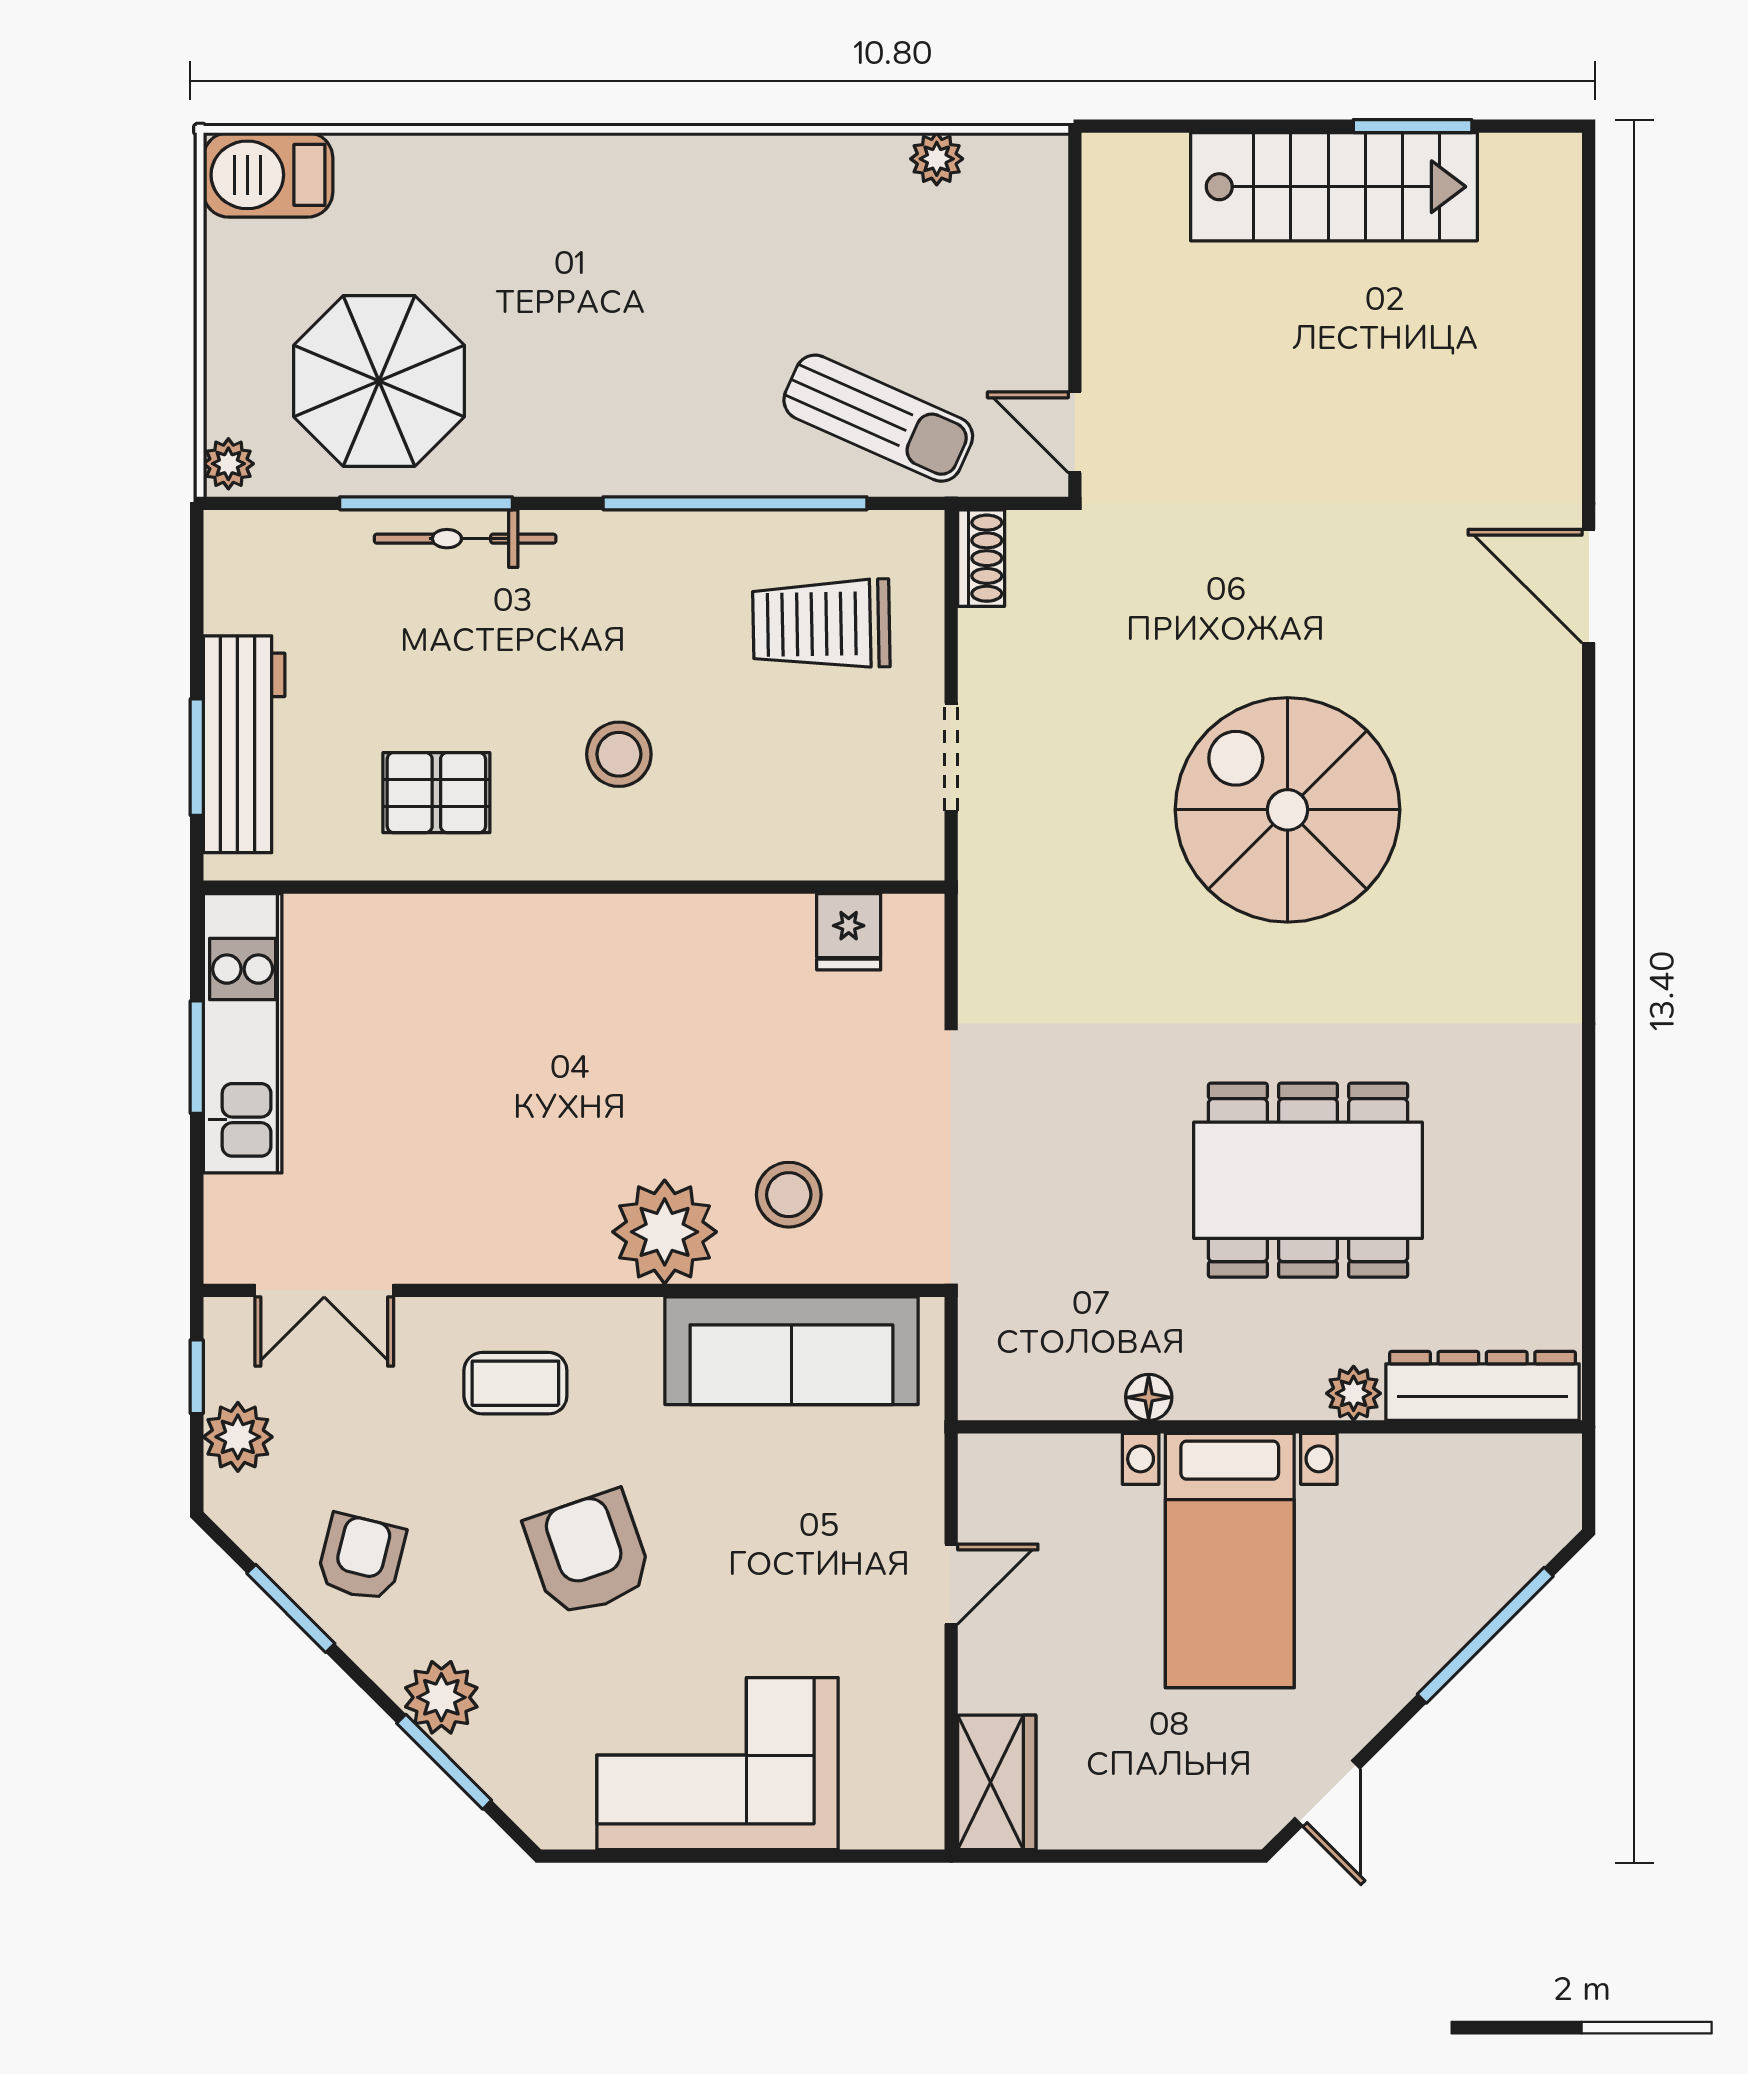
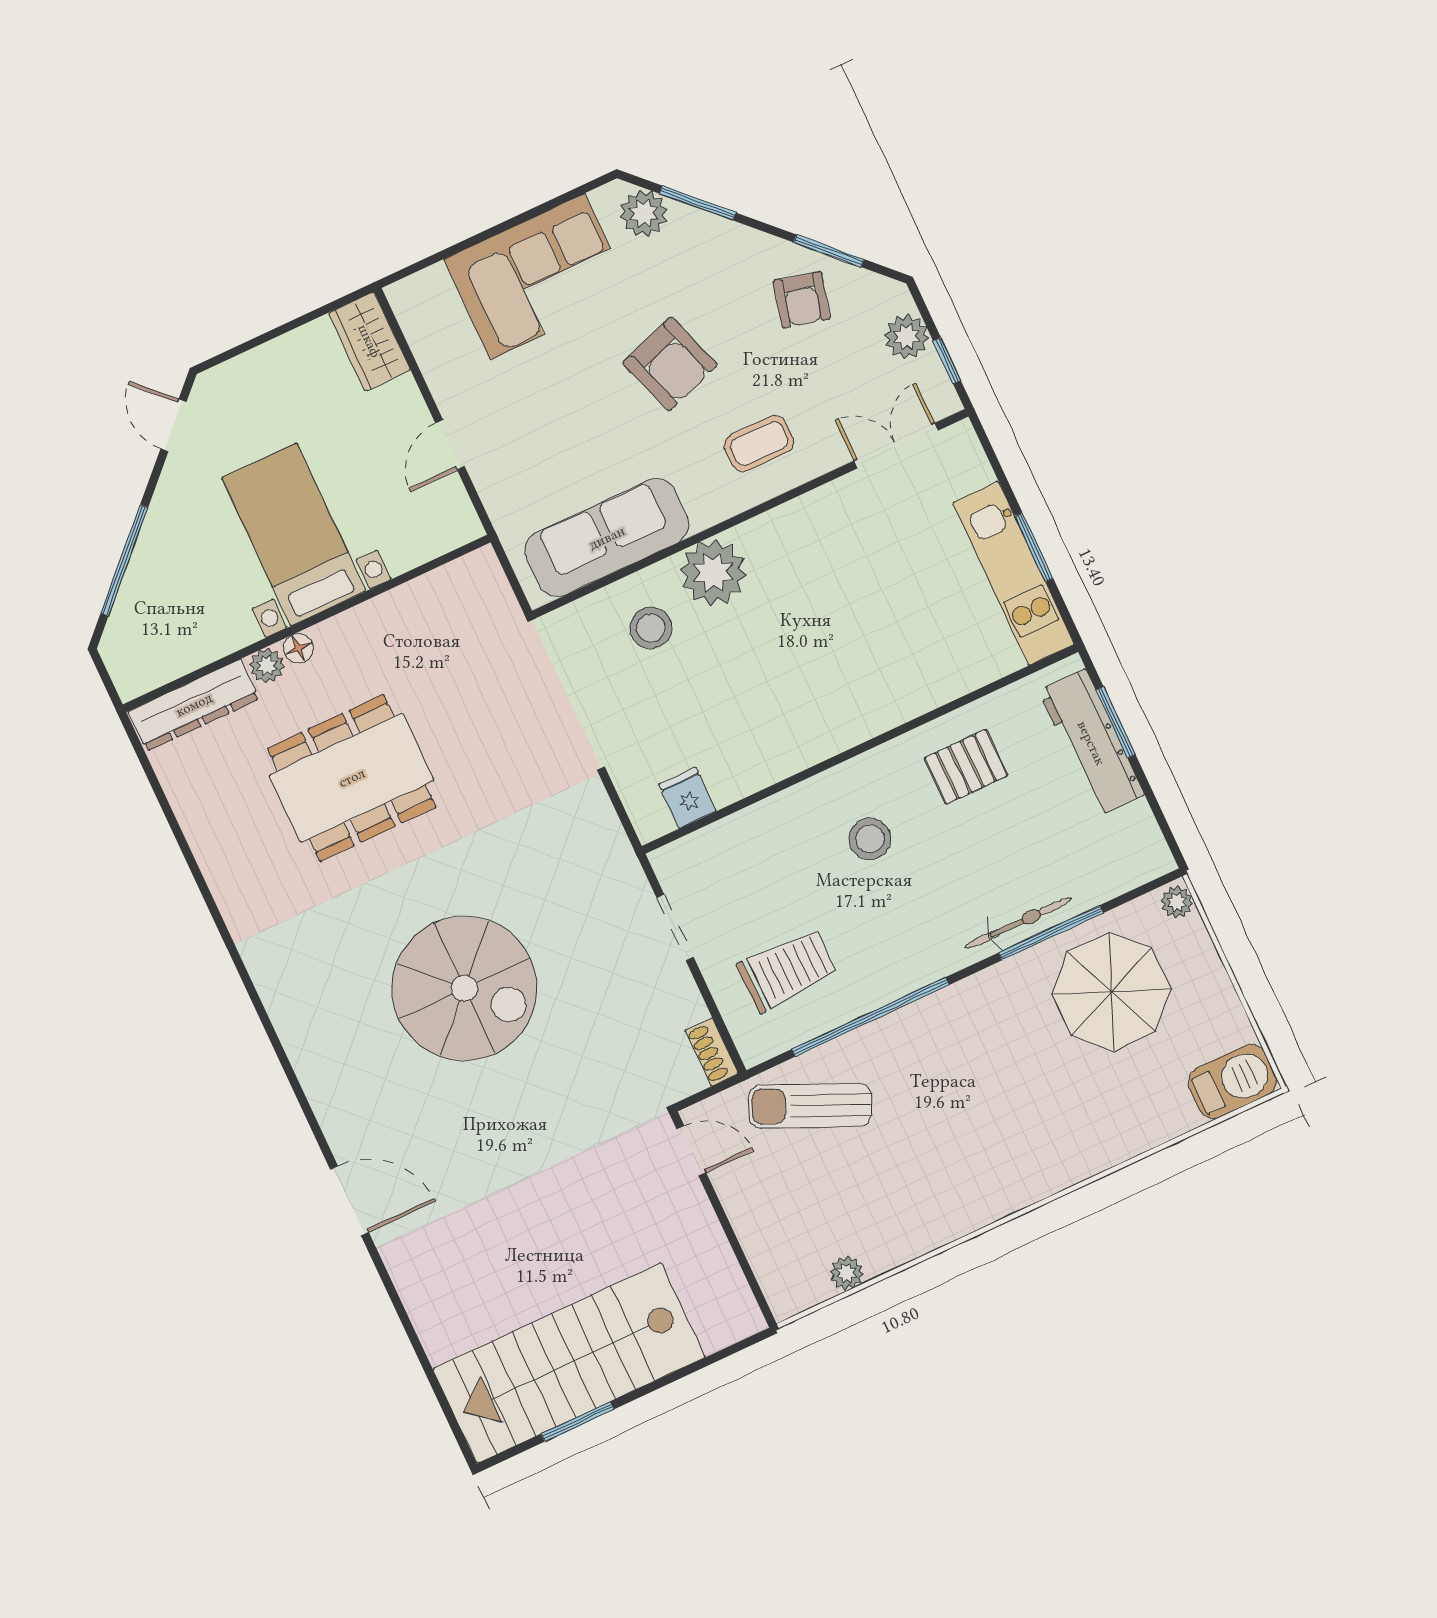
stairs: (1334, 187) -> (569, 1363), width x1.36, depth x1.51
floor lamp: (1149, 1397) -> (298, 648), moved
plant: (441, 1697) -> (644, 213), moved

